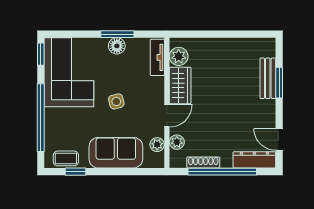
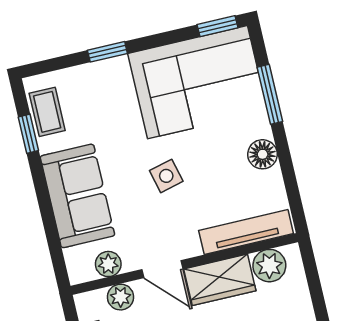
window: (117, 34) -> (270, 94), moved
tv unit: (157, 57) -> (246, 232), width x1.41
window: (41, 118) -> (107, 52), width x0.32

